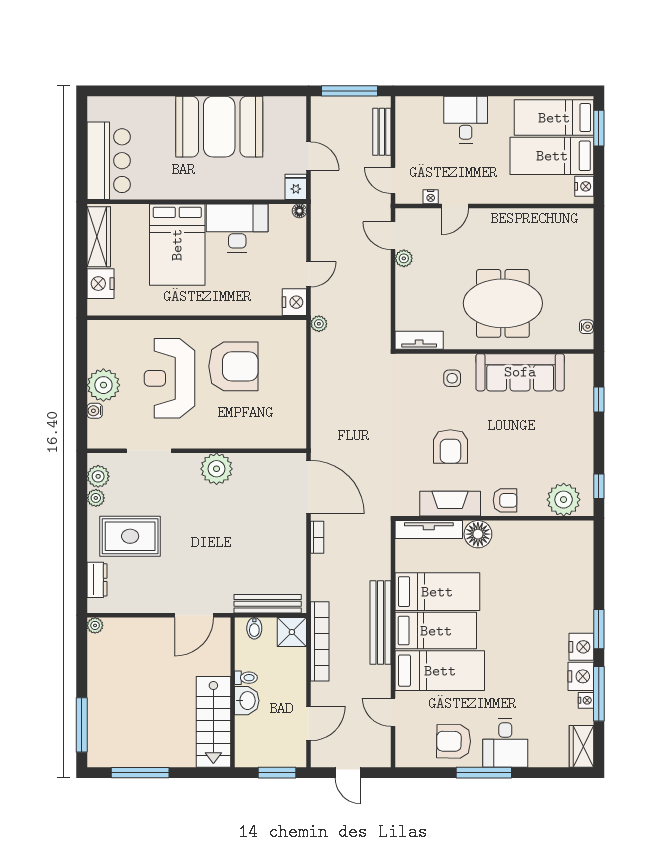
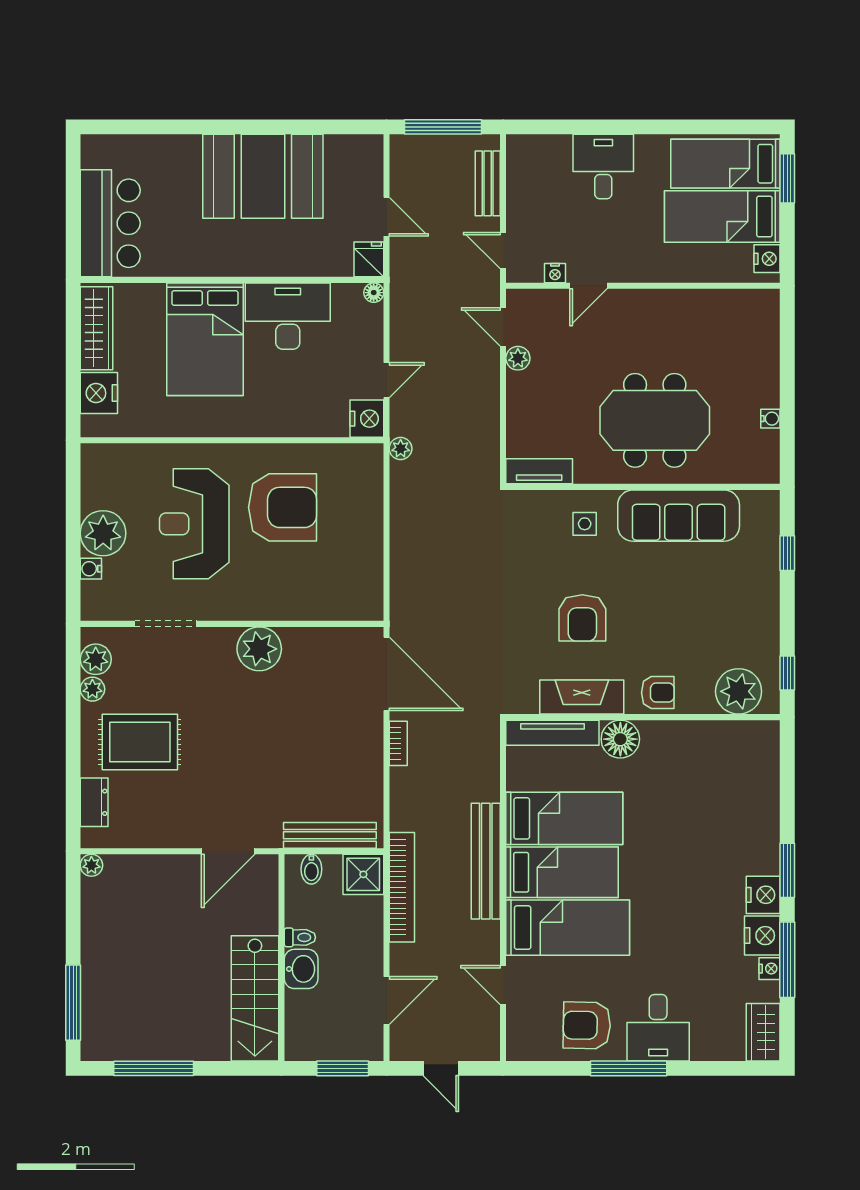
water cooler: (587, 327) -> (770, 419), moved

